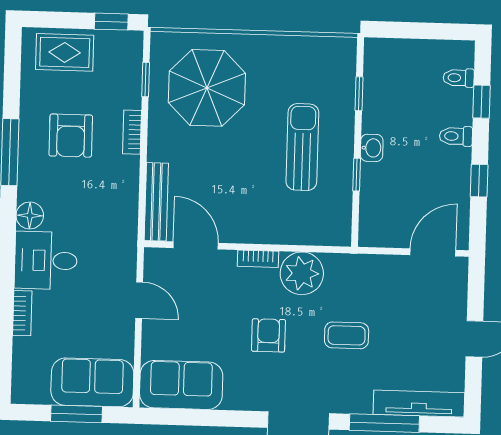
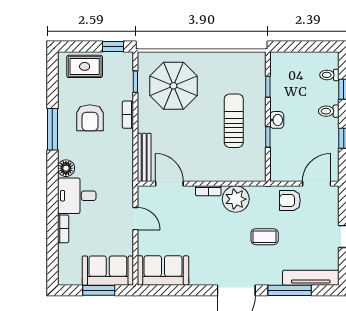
armchair: (268, 335) -> (290, 200), moved, turned -90

